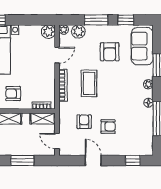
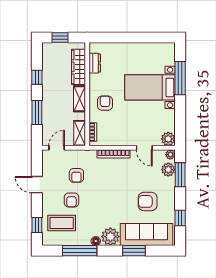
window: (96, 20) -> (180, 175), moved
sofa: (142, 46) -> (146, 235), width x1.36
coffee table: (89, 83) -> (62, 223), moved
plant: (148, 84) -> (110, 237), width x1.88, depth x1.88
armchair: (84, 122) -> (76, 175), turned 90
door: (93, 160) -> (37, 185), swing flipped

